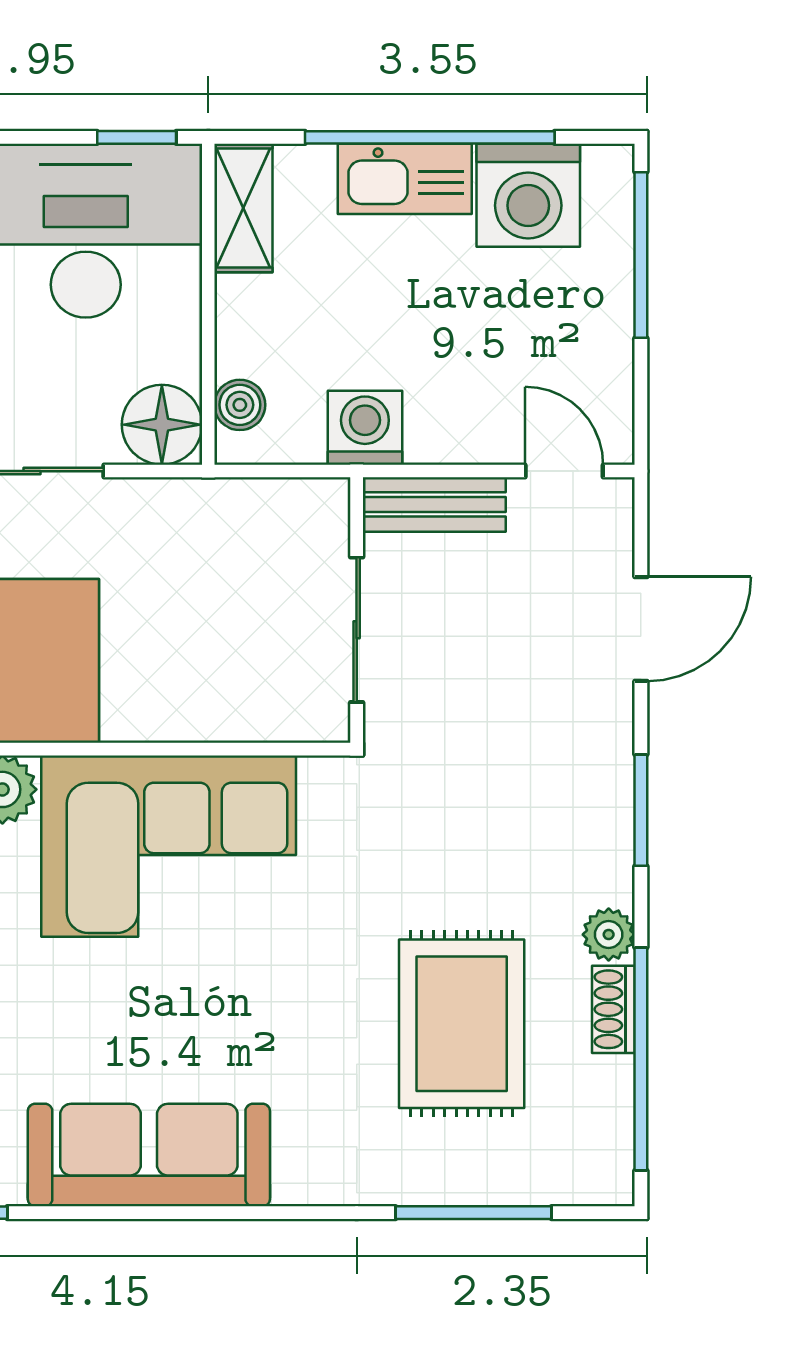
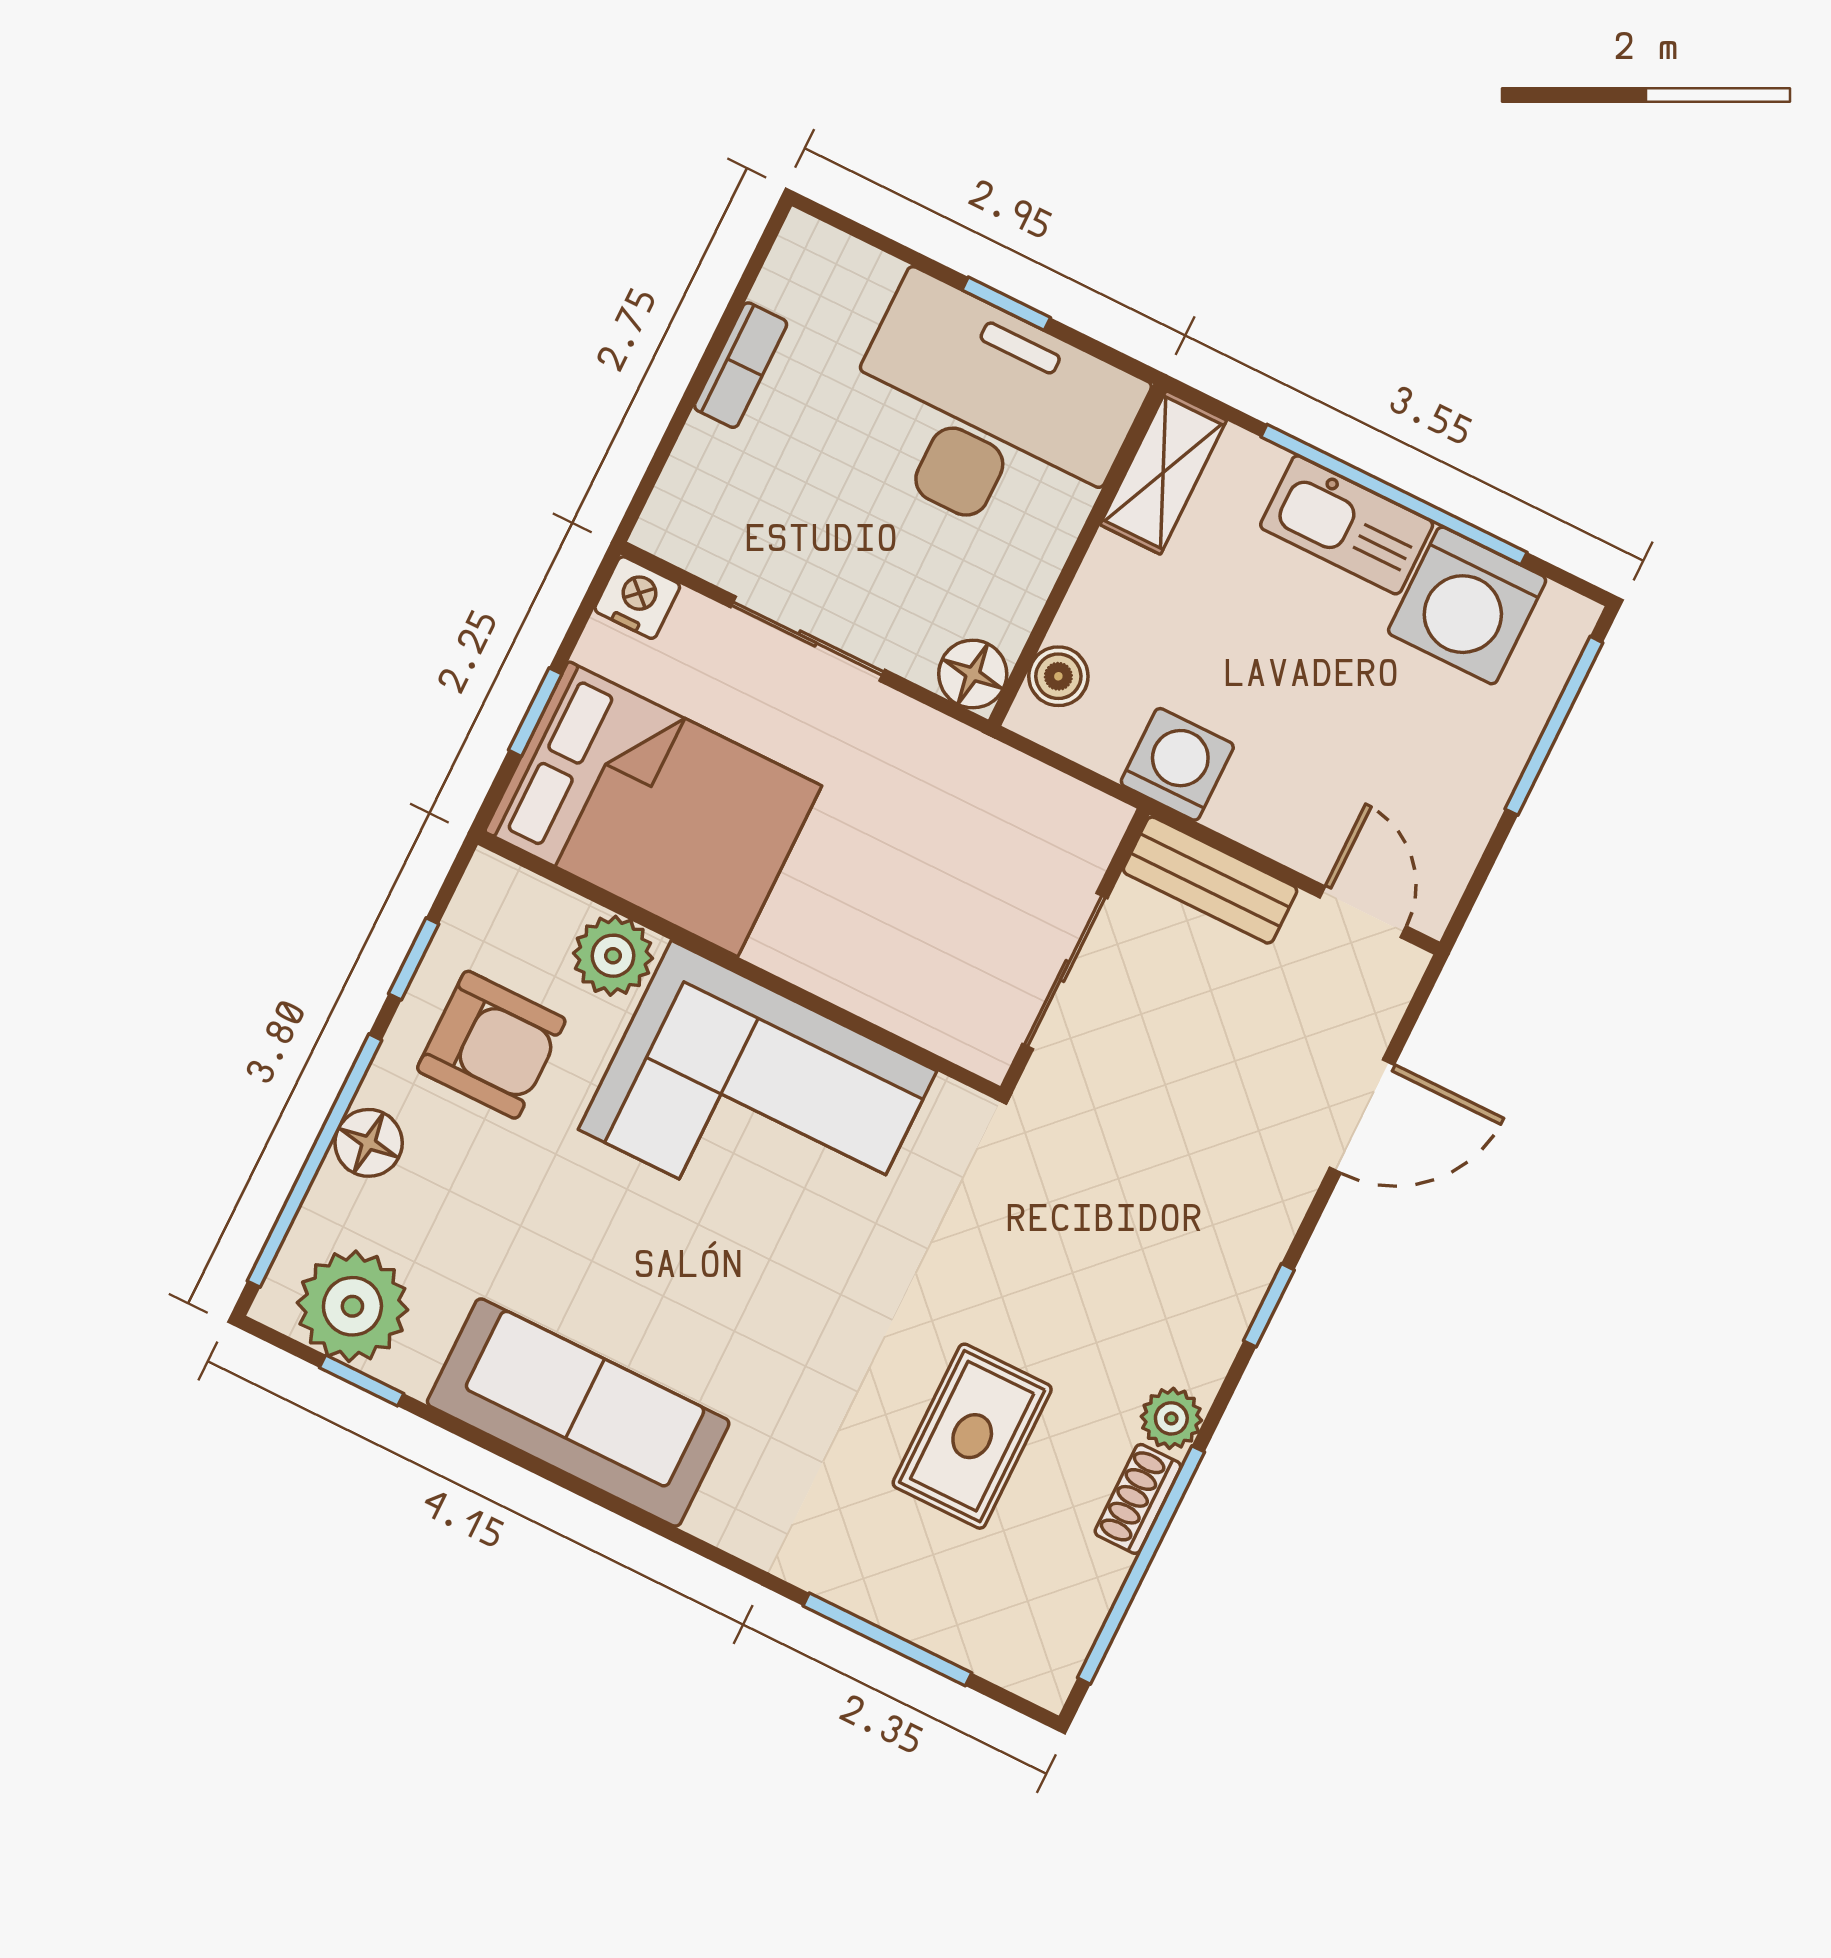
window: (137, 137) -> (1006, 304), moved
floor lamp: (162, 425) -> (973, 674), width x0.73, depth x0.73
window: (641, 810) -> (1269, 1305), width x0.67
rug: (462, 1024) -> (972, 1436), width x0.73, depth x0.70

